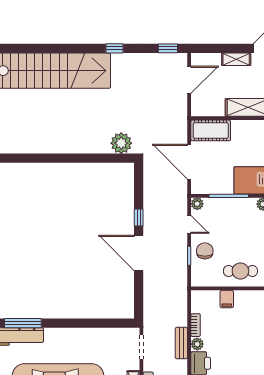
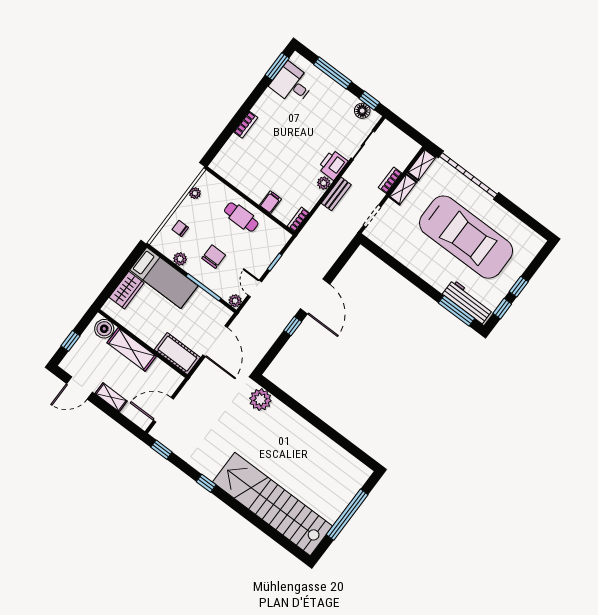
chair: (205, 251) -> (214, 257), moved, turned 180
bookcase: (196, 325) -> (298, 220), moved

